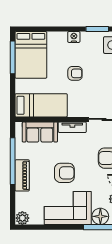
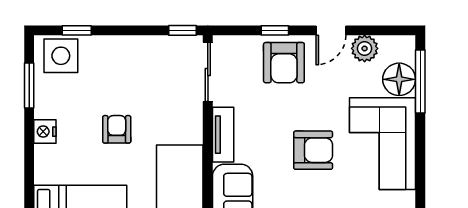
armchair: (64, 173) -> (313, 150), turned 90

